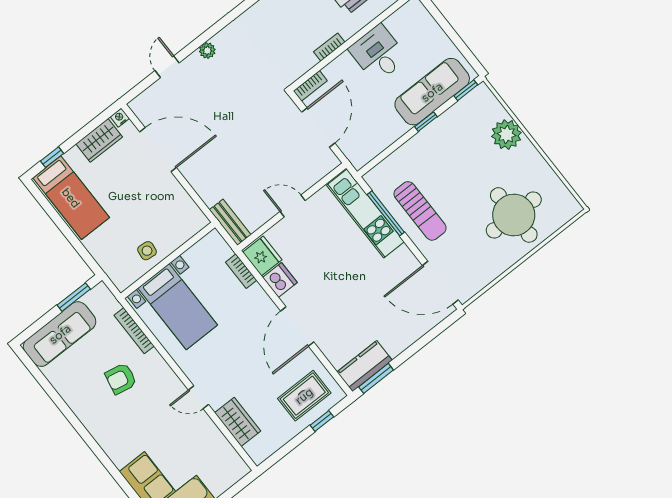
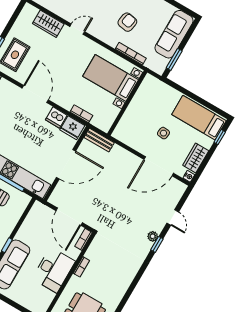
window: (206, 36) -> (157, 244), added
desk: (378, 54) -> (53, 270), width x1.37
door: (293, 206) -> (66, 164), width x1.87
side table: (147, 251) -> (163, 133), moved

